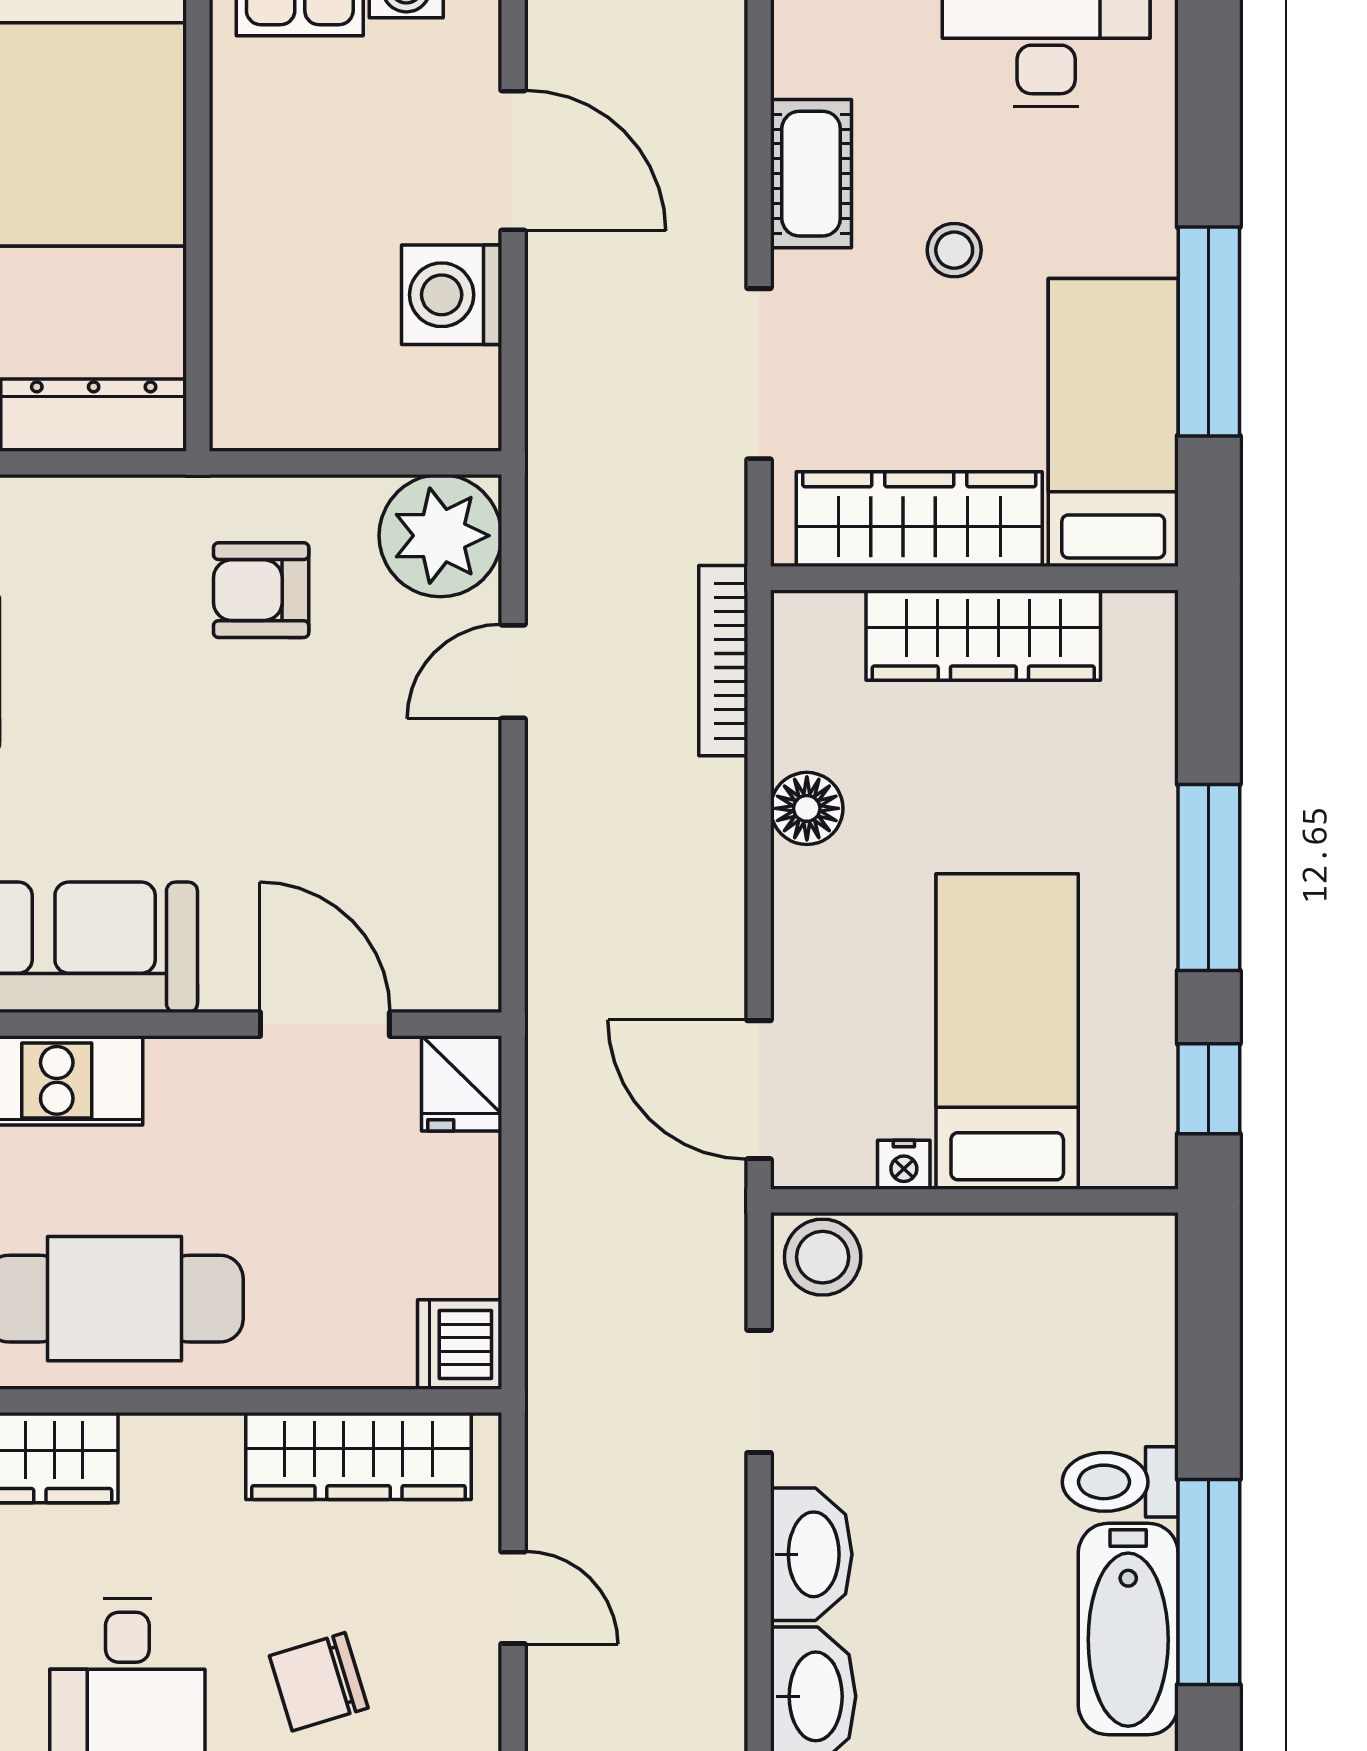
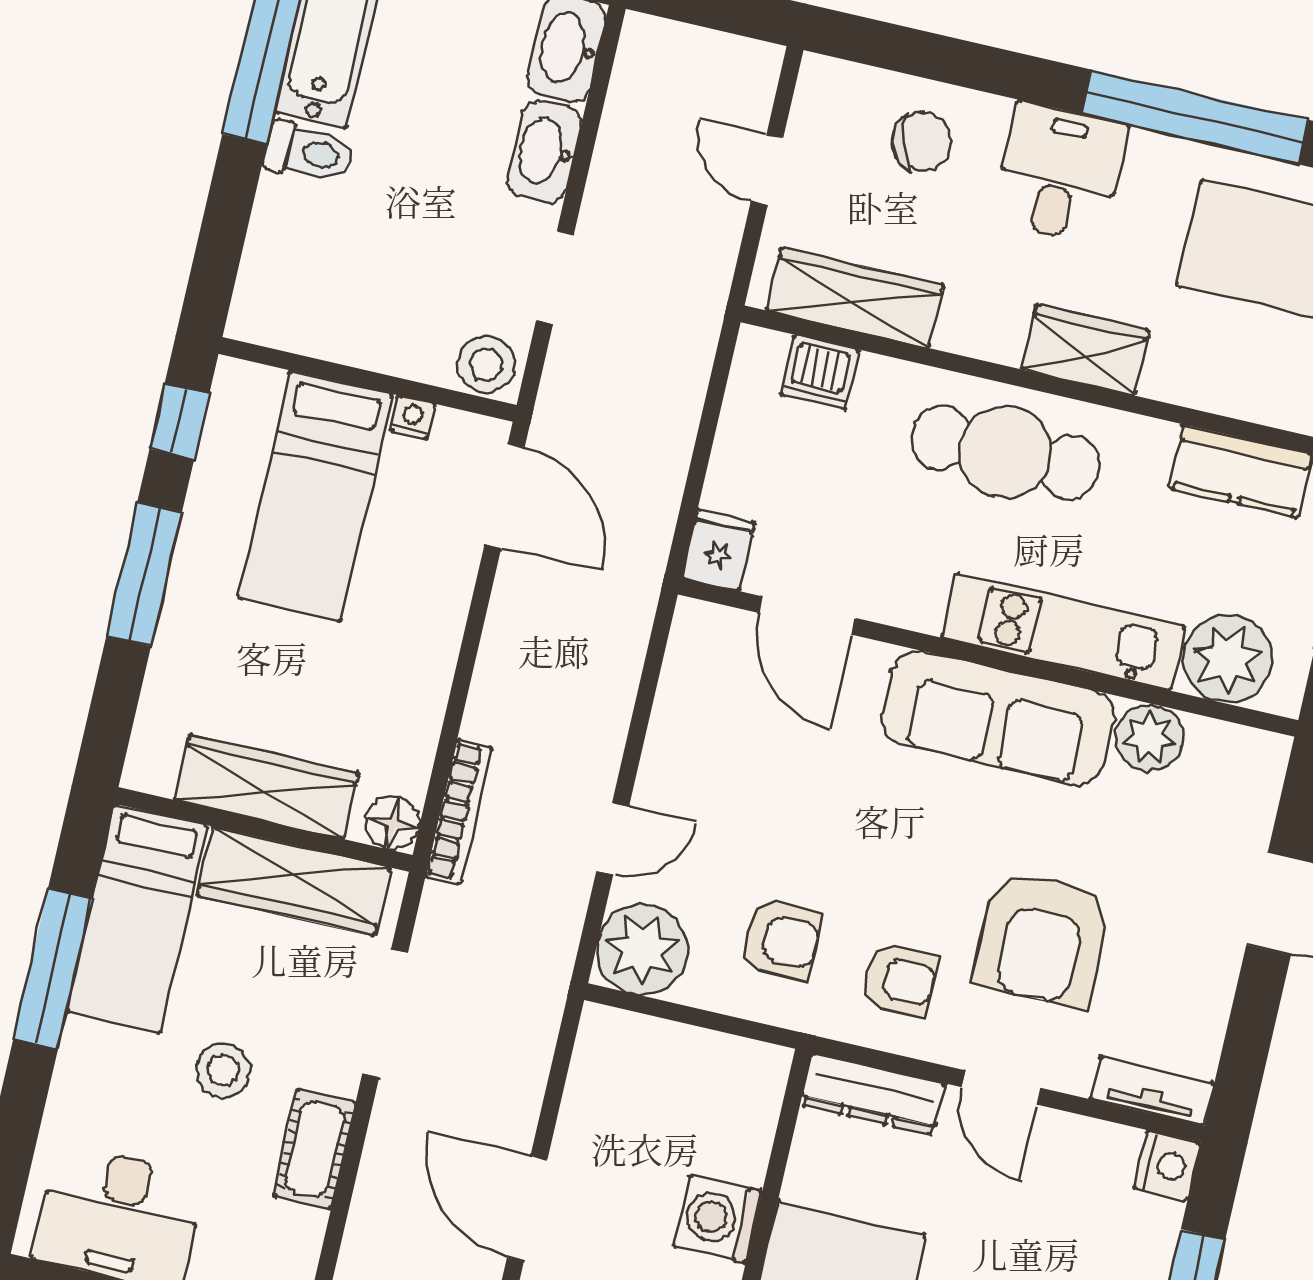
stool: (954, 250) -> (223, 1070), width x1.37, depth x1.37
washing machine: (452, 295) -> (718, 1219), moved, turned 180
armchair: (93, 574) -> (900, 980), added
floor lamp: (807, 808) -> (393, 823), moved
dishwasher: (460, 1344) -> (820, 372), moved, turned 90

